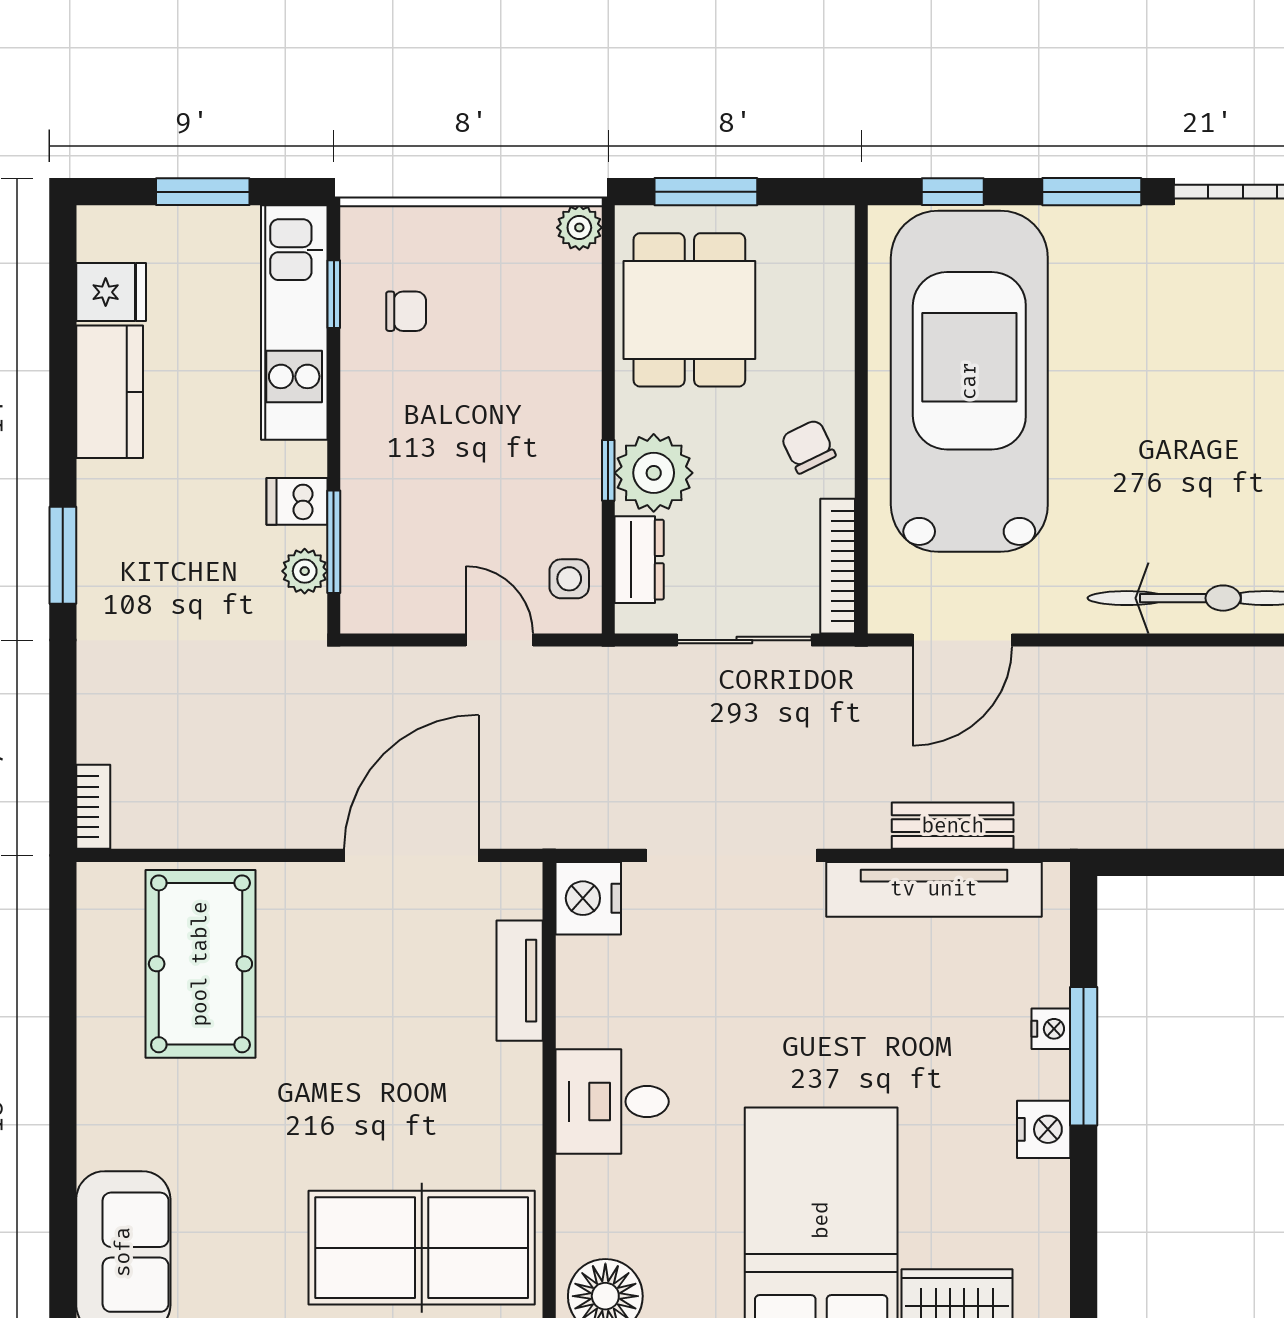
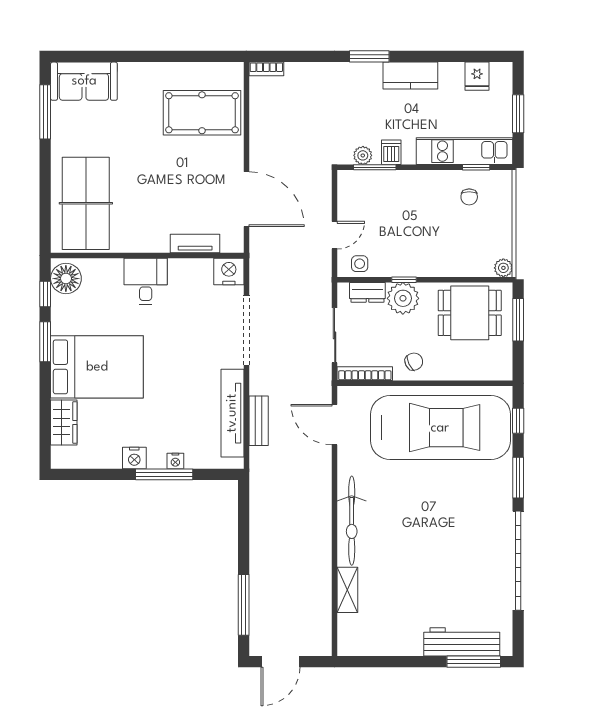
kitchen counter: (110, 392) -> (410, 76), moved

